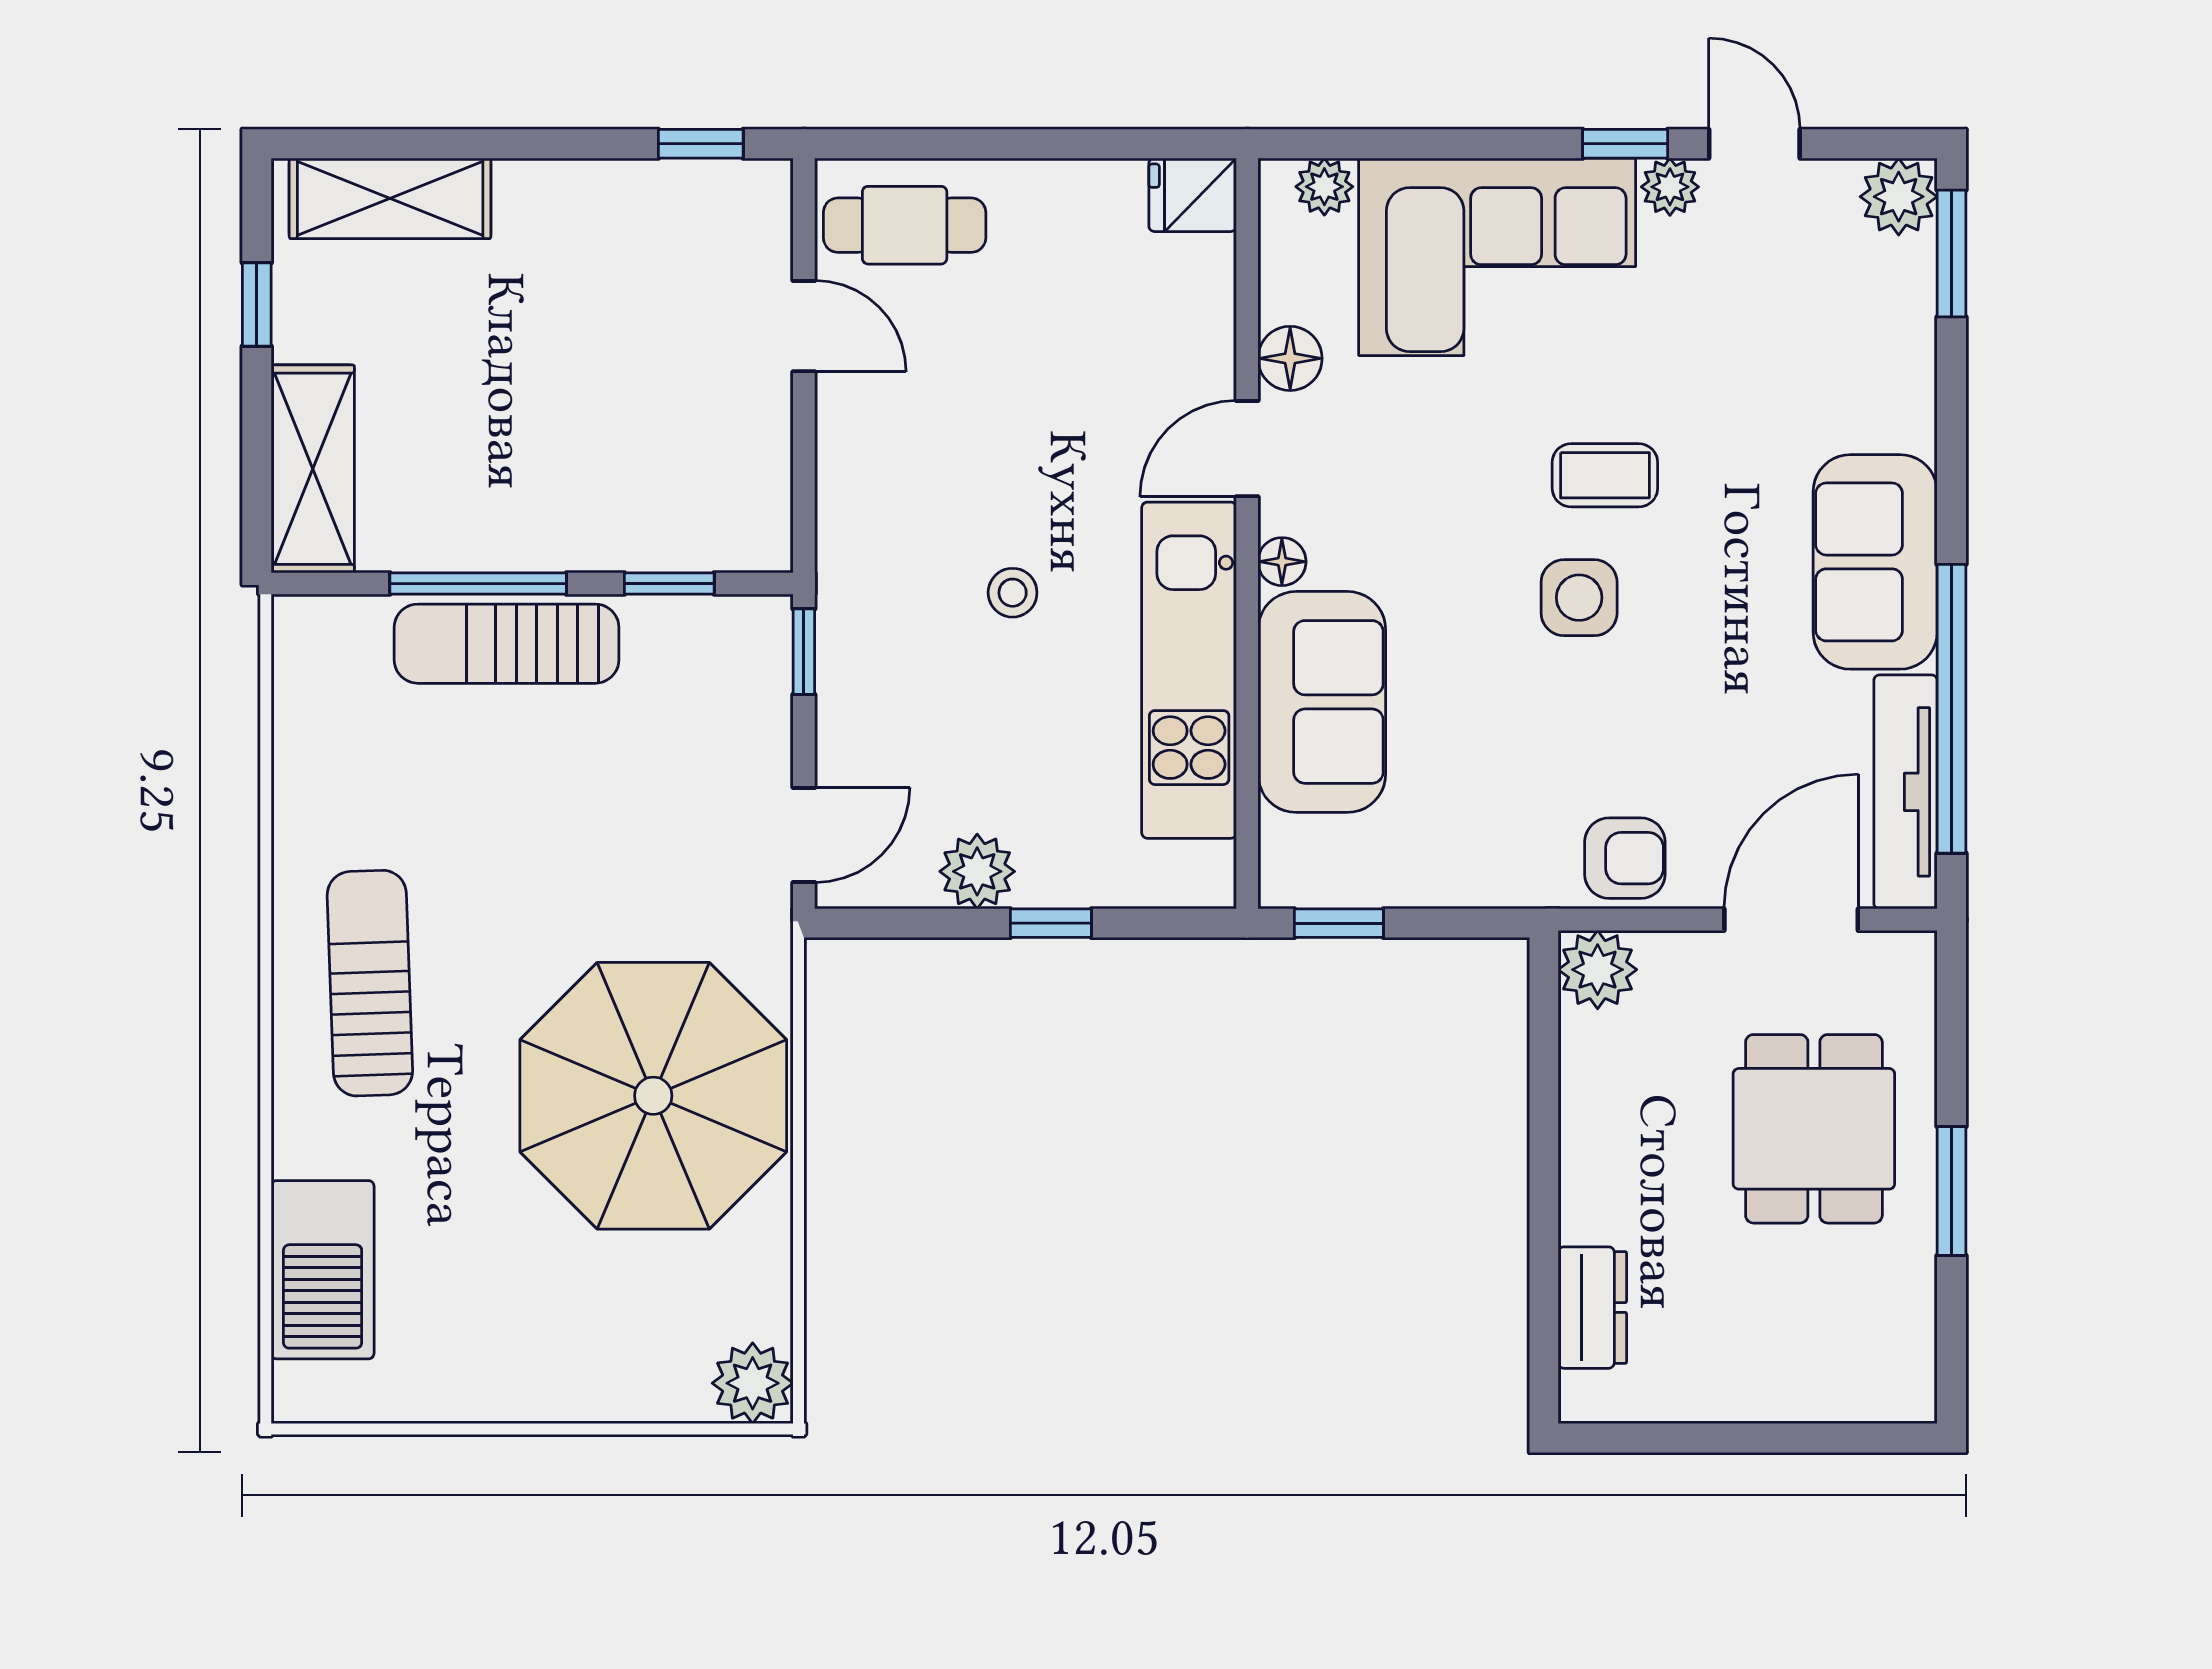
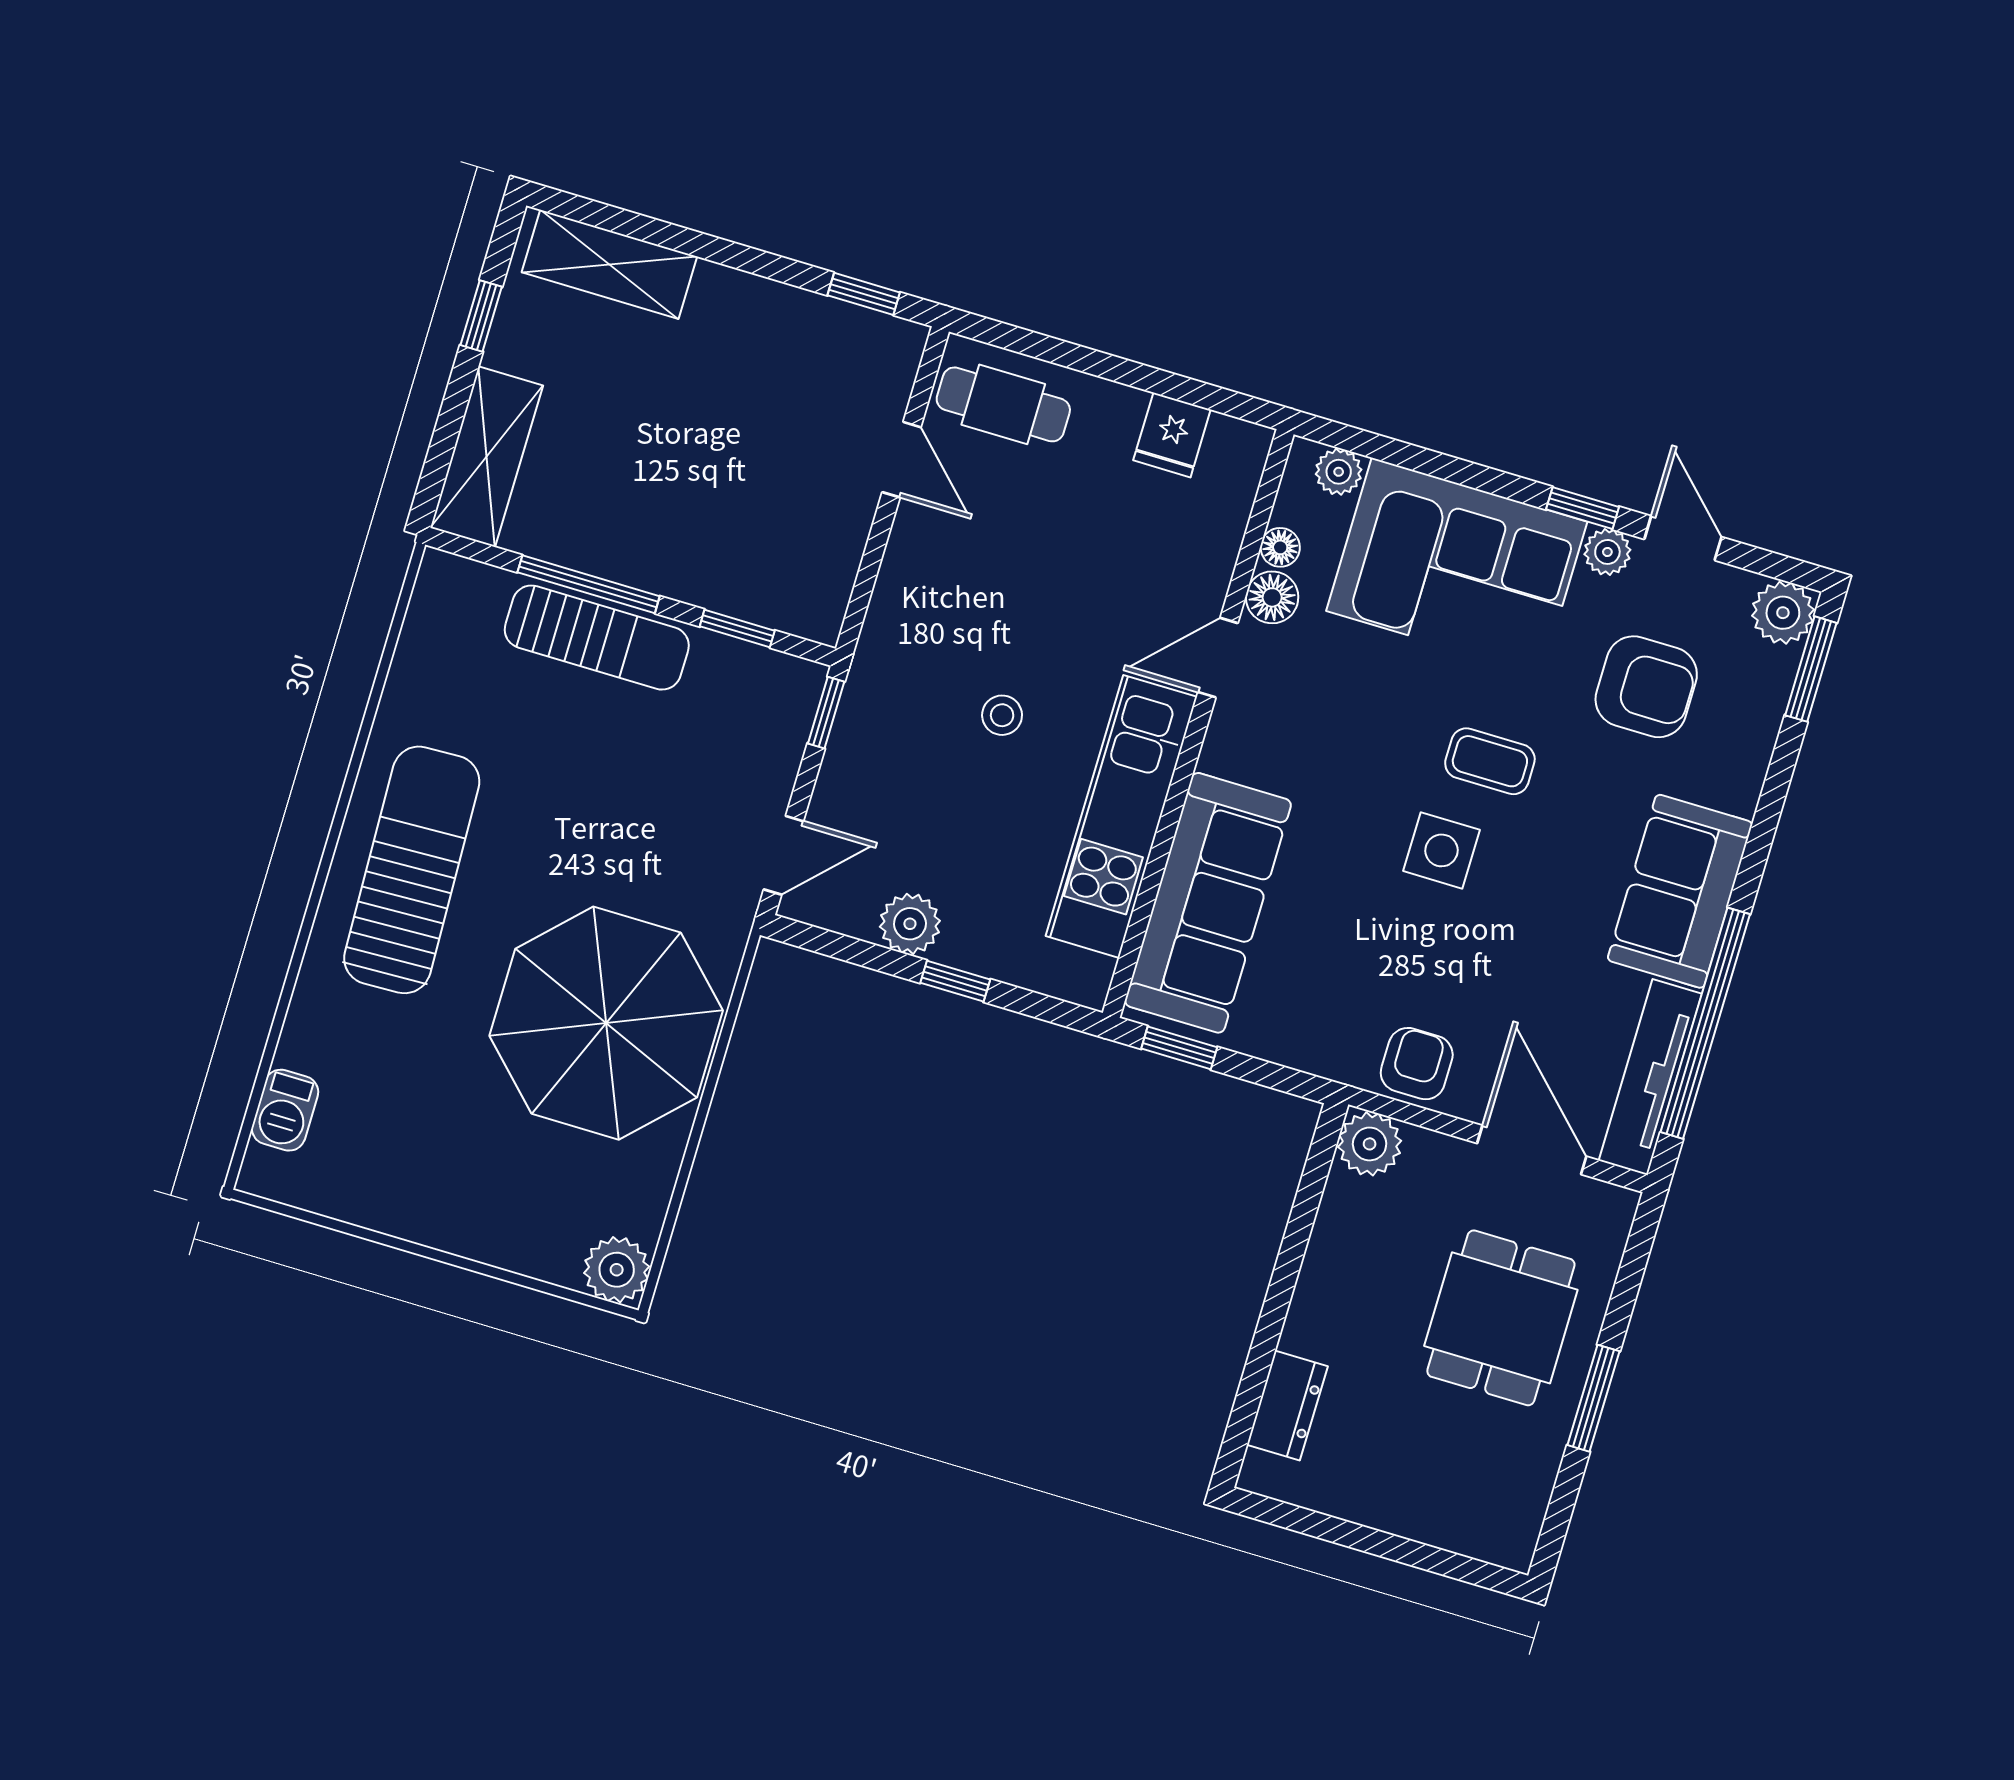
fridge: (1193, 195) -> (1172, 435), moved, turned -90
armchair: (1763, 332) -> (1646, 687), added
floor lamp: (1282, 562) -> (1280, 547), moved
sun lounger: (507, 644) -> (597, 638), turned 180
sofa: (1322, 702) -> (1208, 903), width x1.36
armchair: (1625, 858) -> (1417, 1064), turned -90
door: (1791, 920) -> (1532, 1150), hinge flipped
sun lounger: (370, 983) -> (412, 870), width x1.36, depth x1.34
barbecue: (323, 1270) -> (285, 1110), width x0.53, depth x0.65

